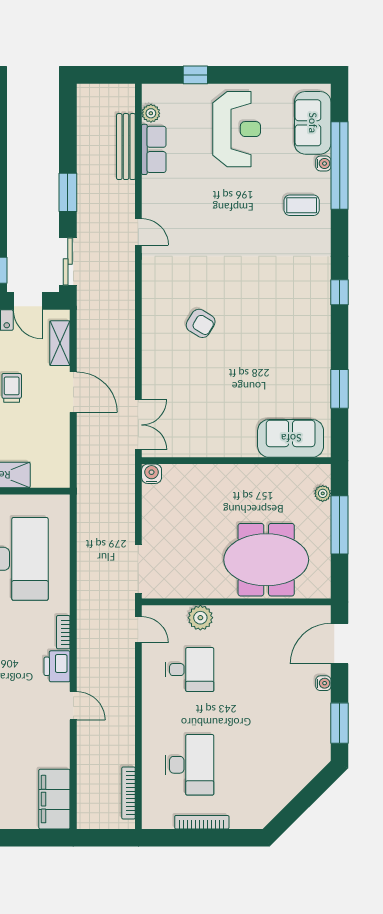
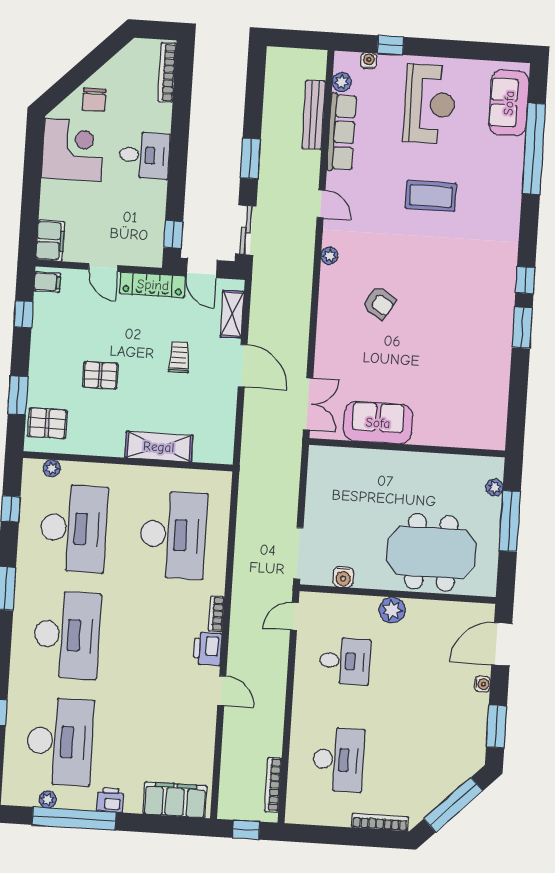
row of seats: (154, 149) -> (342, 132), width x1.48
water cooler: (323, 163) -> (369, 61), moved, turned -90
coffee table: (302, 205) -> (431, 196), moved, width x1.36, depth x1.30
plant: (150, 281) -> (330, 256), added
window: (340, 389) -> (522, 328), moved
sofa: (291, 438) -> (378, 423), moved
water cooler: (152, 474) -> (343, 577), moved, turned 180
plant: (200, 618) -> (392, 610), moved
door: (138, 630) -> (294, 616), swing flipped
filing cabinet: (54, 799) -> (175, 800), moved, turned 90
window: (303, 801) -> (453, 805), added
bookcase: (202, 822) -> (380, 822), moved
window: (105, 838) -> (246, 830), added

